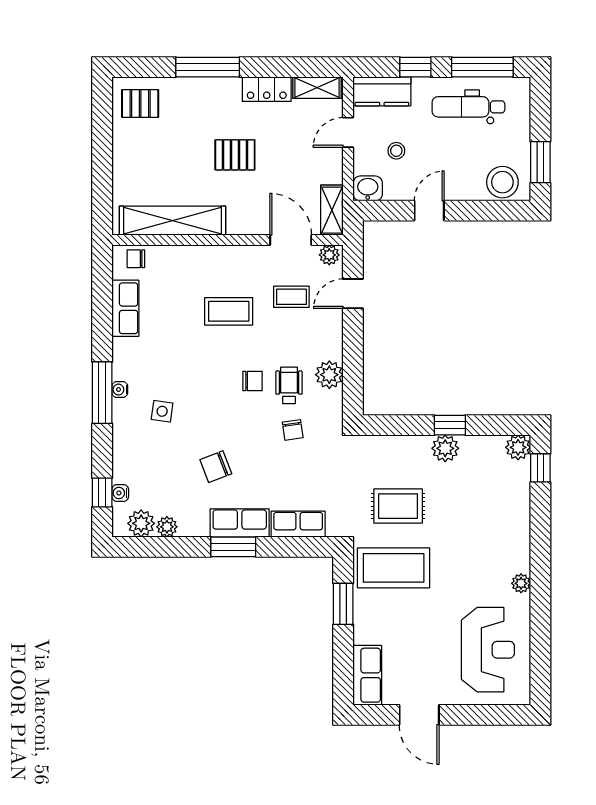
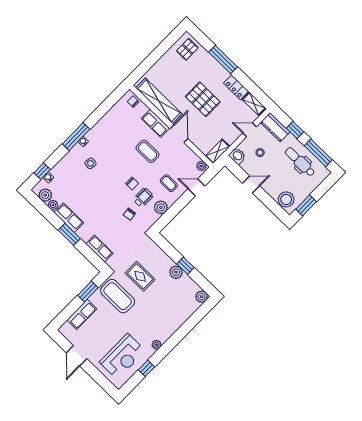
pallet: (140, 103) -> (187, 49), turned 90
pallet: (235, 155) -> (203, 99), width x1.50, depth x1.42
door: (291, 240) -> (179, 134), moved
coffee table: (291, 297) -> (169, 183), moved
row of seats: (125, 308) -> (156, 123), moved, turned 90
chair: (216, 467) -> (90, 201), removed
window: (540, 468) -> (147, 368), moved
row of seats: (240, 523) -> (69, 218), moved
row of seats: (367, 675) -> (82, 314), moved

